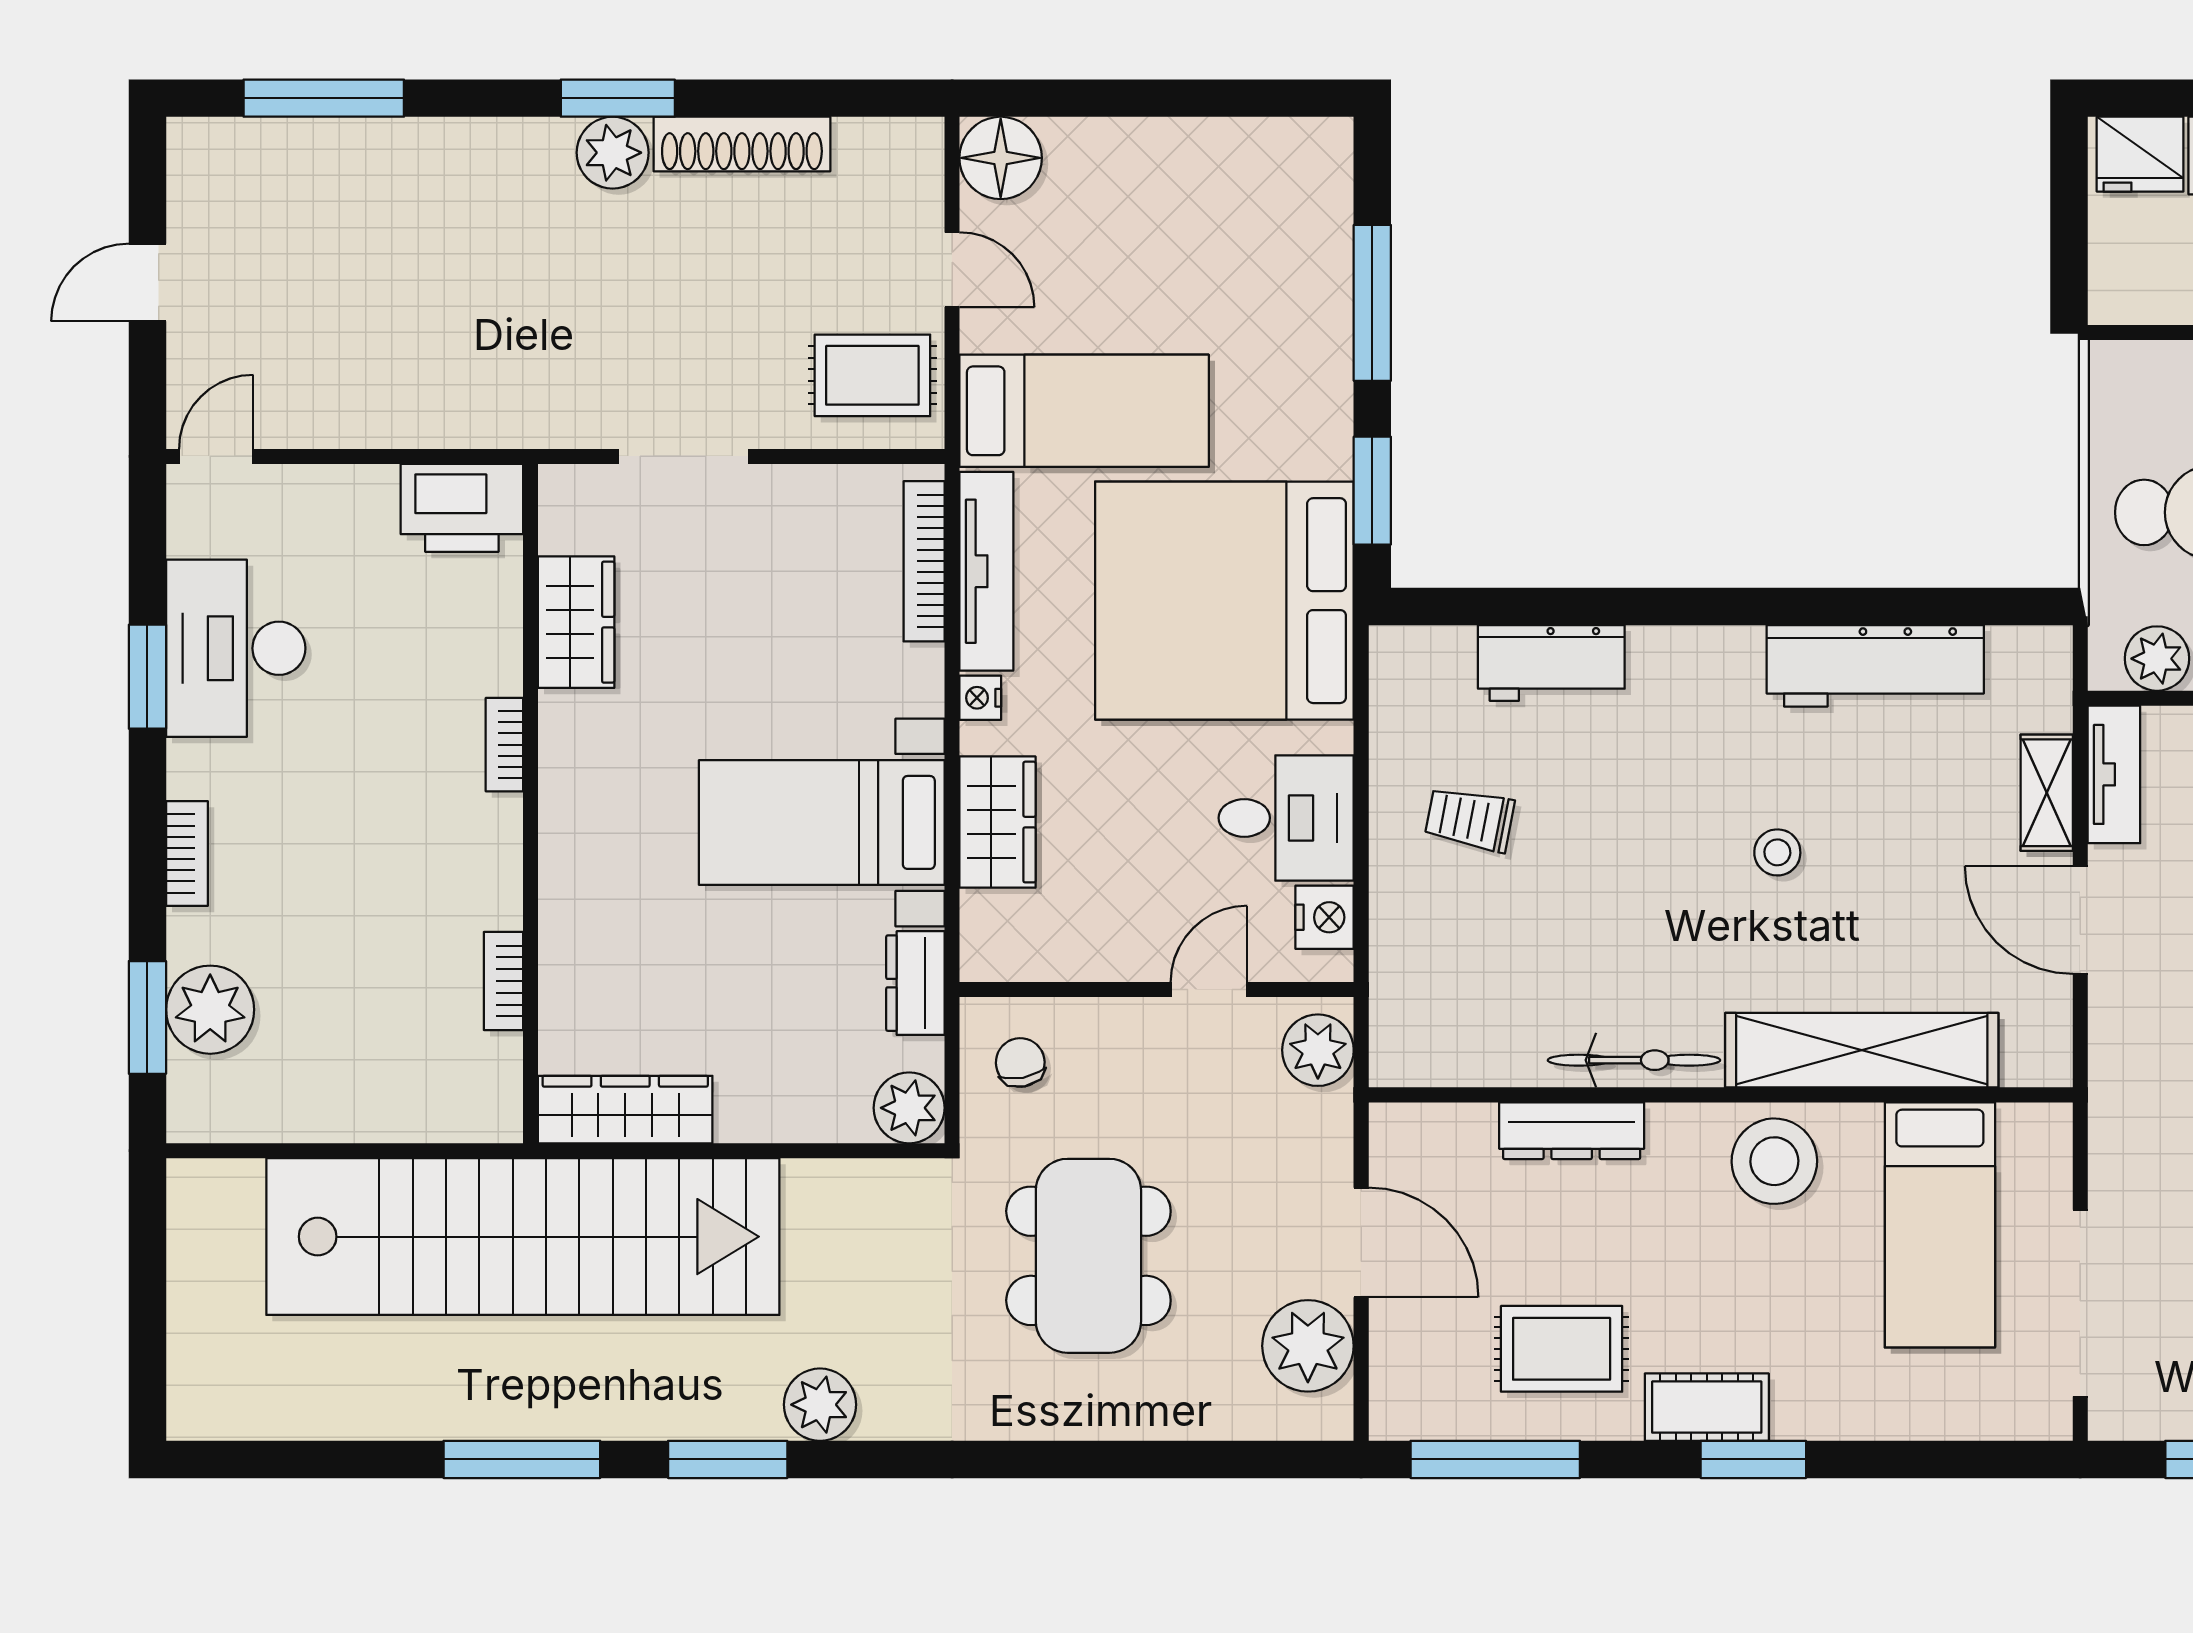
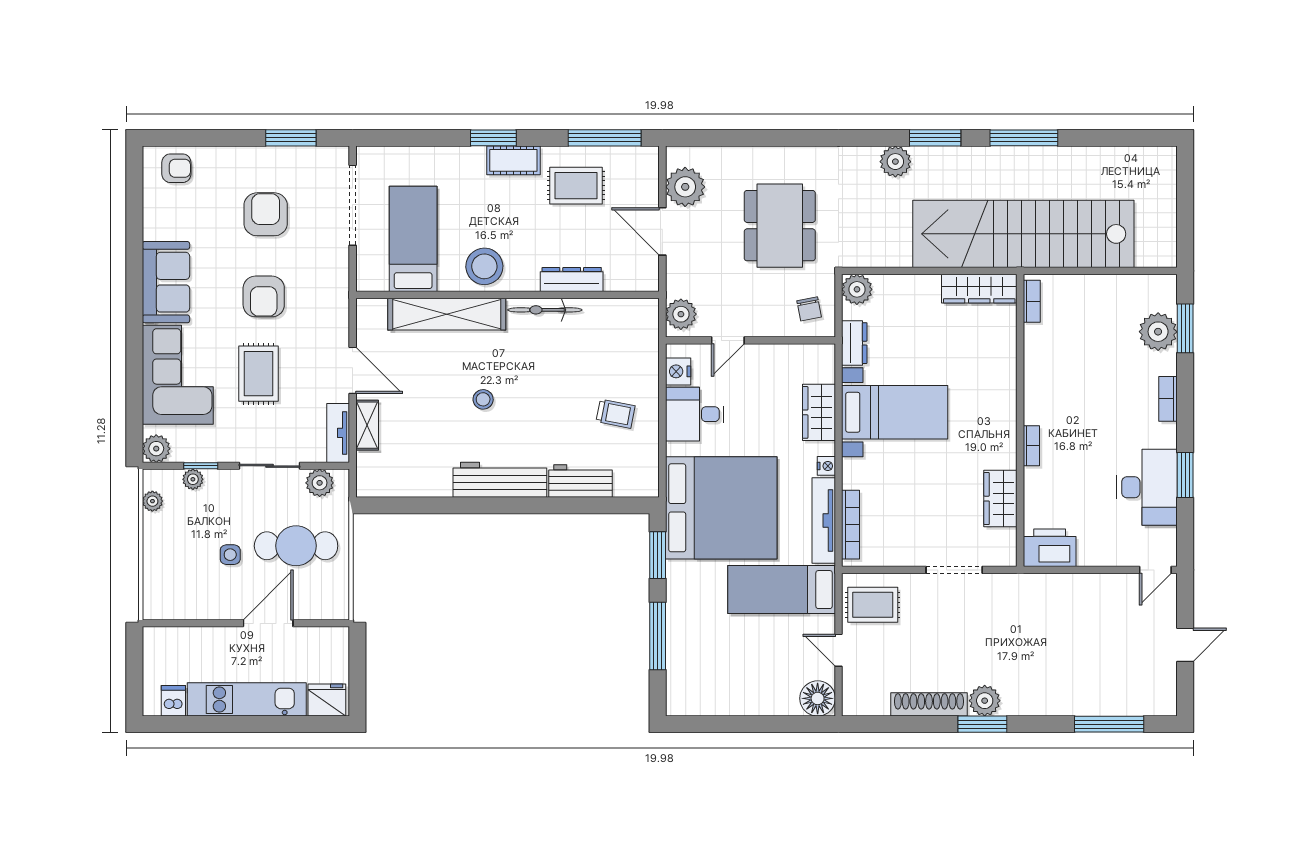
workbench: (1875, 666) -> (500, 480), moved
bookcase: (503, 981) -> (1032, 301), moved

